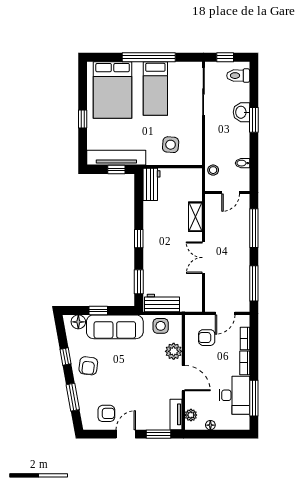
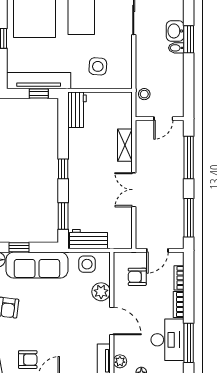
bidet: (242, 163) -> (176, 48), moved

